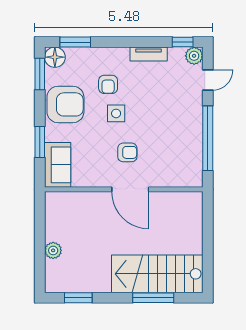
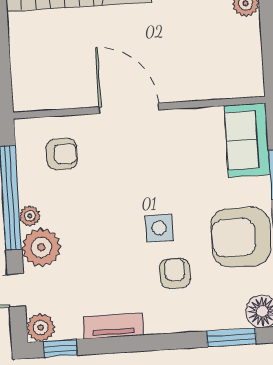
plant: (191, 106) -> (41, 247), added
plant: (196, 126) -> (30, 216), added
armchair: (127, 152) -> (62, 154), moved, turned 180

